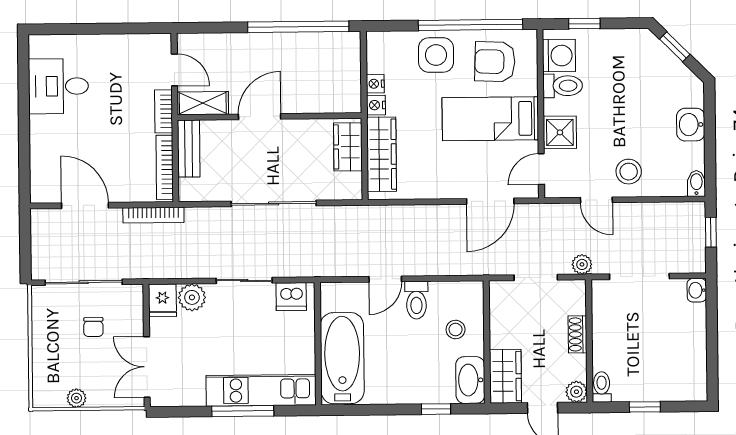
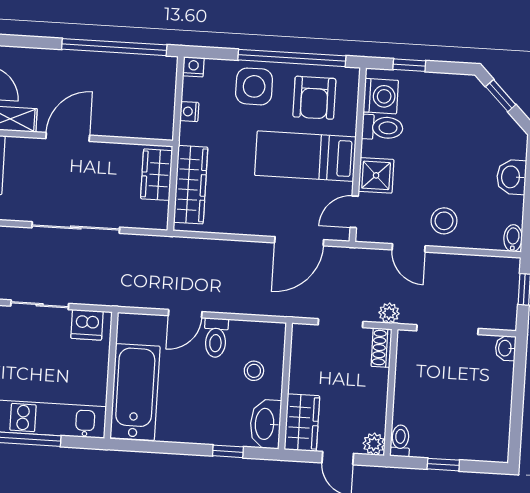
armchair: (495, 62) -> (314, 98), turned -92
nightstand: (376, 105) -> (194, 67), moved, turned 90
shoe rack: (577, 334) -> (382, 348), moved

